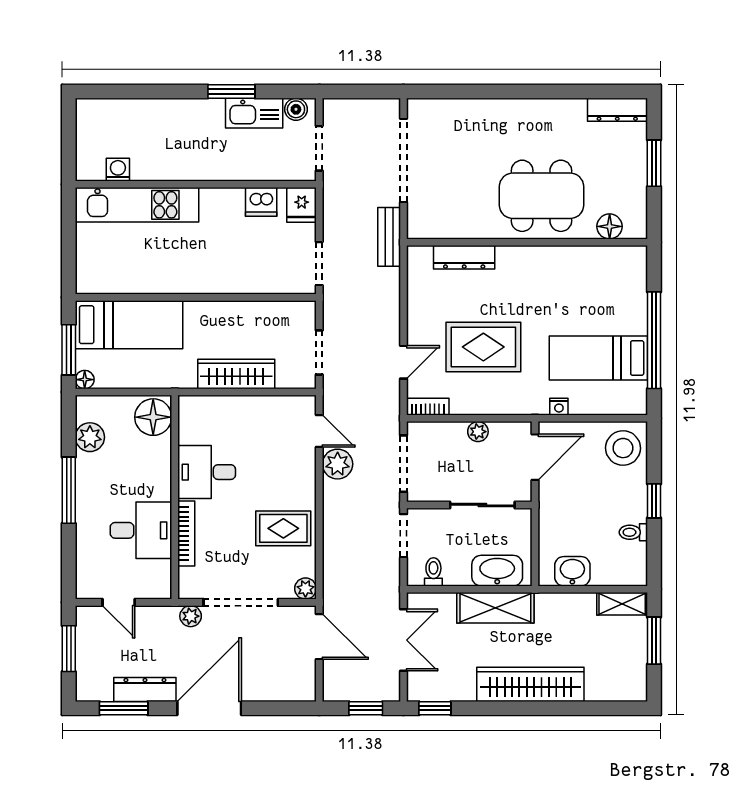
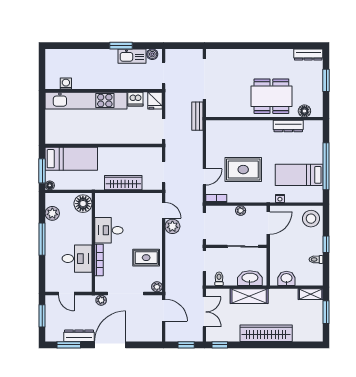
kitchen unit: (137, 205) -> (86, 101), width x1.36
dresser: (464, 257) -> (288, 126), moved

